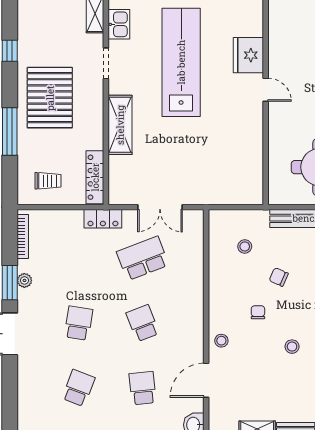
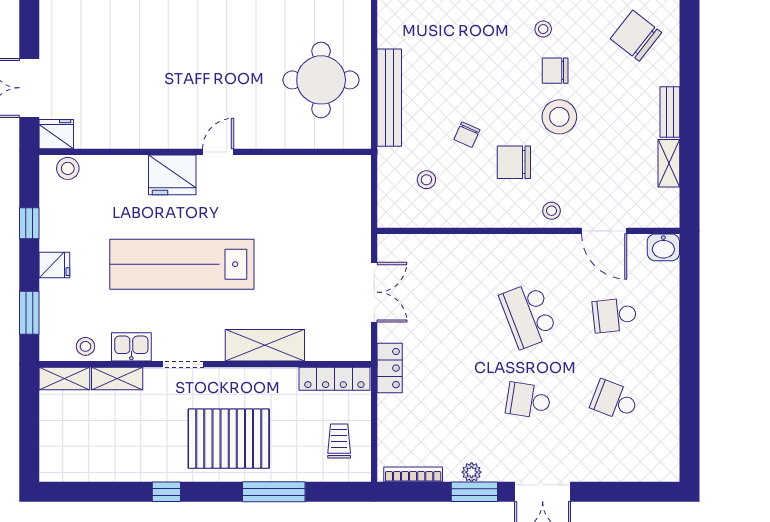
school desk: (143, 258) -> (442, 315), removed
chair: (258, 312) -> (514, 162), width x1.87, depth x1.87
school desk: (143, 323) -> (528, 315), width x1.85
stool: (292, 347) -> (559, 117), width x1.89, depth x1.89

